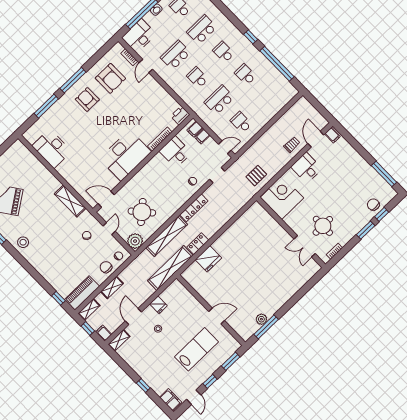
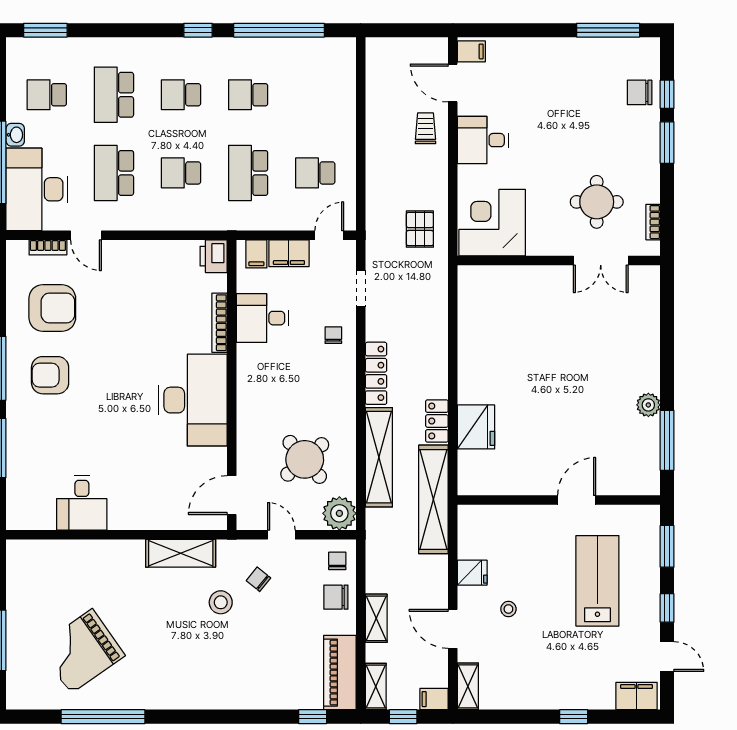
desk: (139, 36) -> (37, 189), width x1.36, depth x1.30
filing cabinet: (202, 136) -> (289, 253), width x2.00
desk: (52, 149) -> (82, 503), width x0.73
stool: (23, 242) -> (221, 602), moved
plant: (261, 319) -> (648, 405), moved

